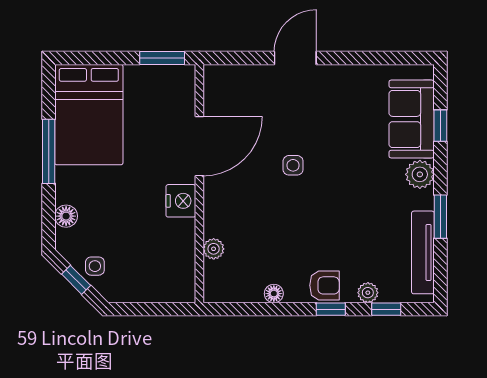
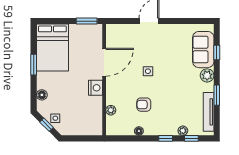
window: (49, 151) -> (34, 65), width x0.69
armchair: (324, 285) -> (144, 105), moved, turned 180

